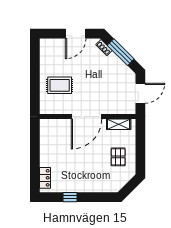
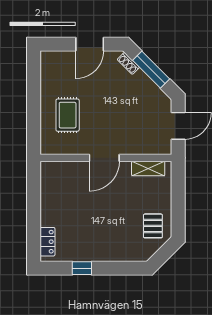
rug: (60, 85) -> (68, 115), turned 90
door: (86, 117) -> (104, 158), width x0.73
pallet: (118, 157) -> (153, 226), moved

